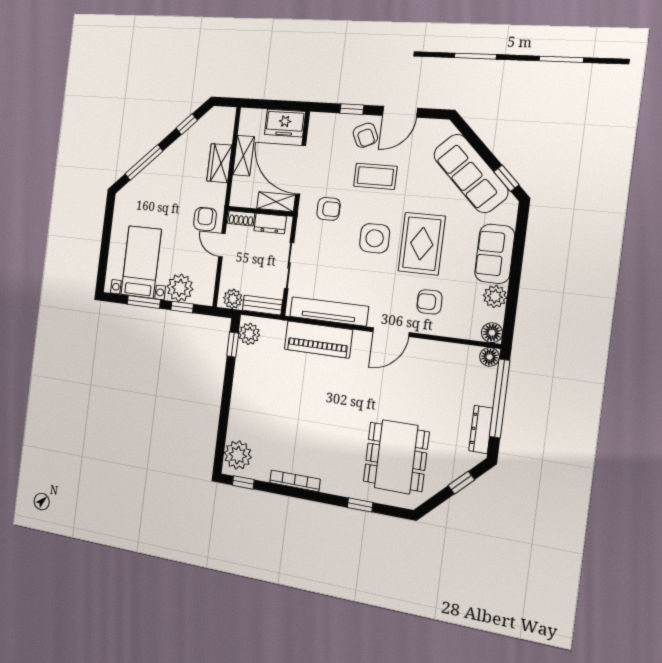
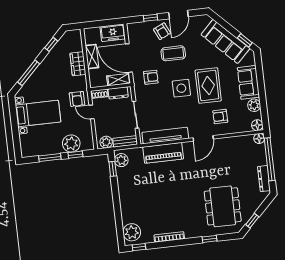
armchair: (205, 219) -> (77, 99), turned 180
bed with nightstands: (141, 262) -> (38, 113), moved, turned 90
window: (461, 483) -> (252, 221), moved

